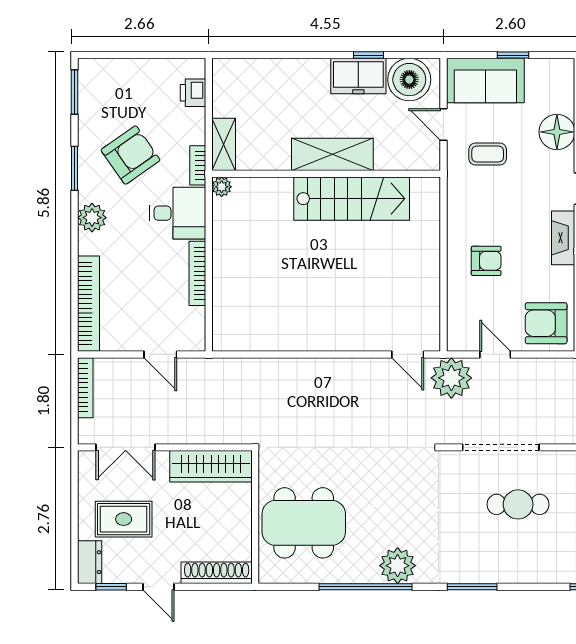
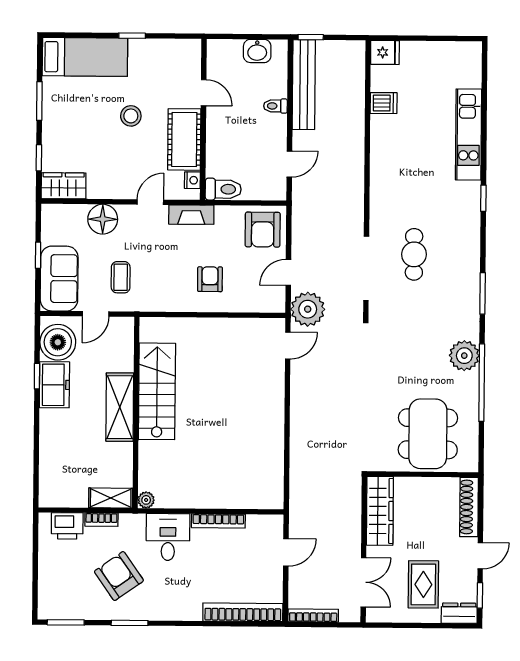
printer: (193, 93) -> (67, 526), width x1.36, depth x1.24
bookcase: (198, 165) -> (101, 520), moved
plant: (92, 218) -> (171, 609), removed

